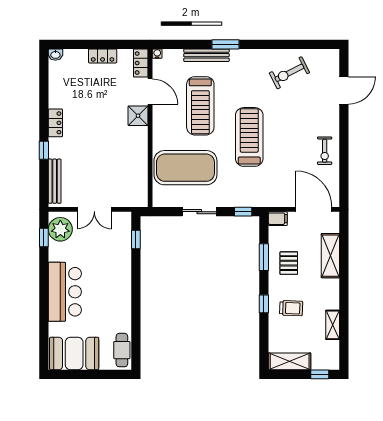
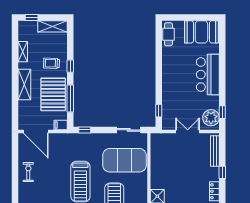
sliding door: (199, 212) -> (129, 130), moved
shelving: (330, 256) -> (24, 85), moved
window: (264, 257) -> (70, 98), width x1.44
pallet: (289, 263) -> (53, 94), width x2.05, depth x2.00

